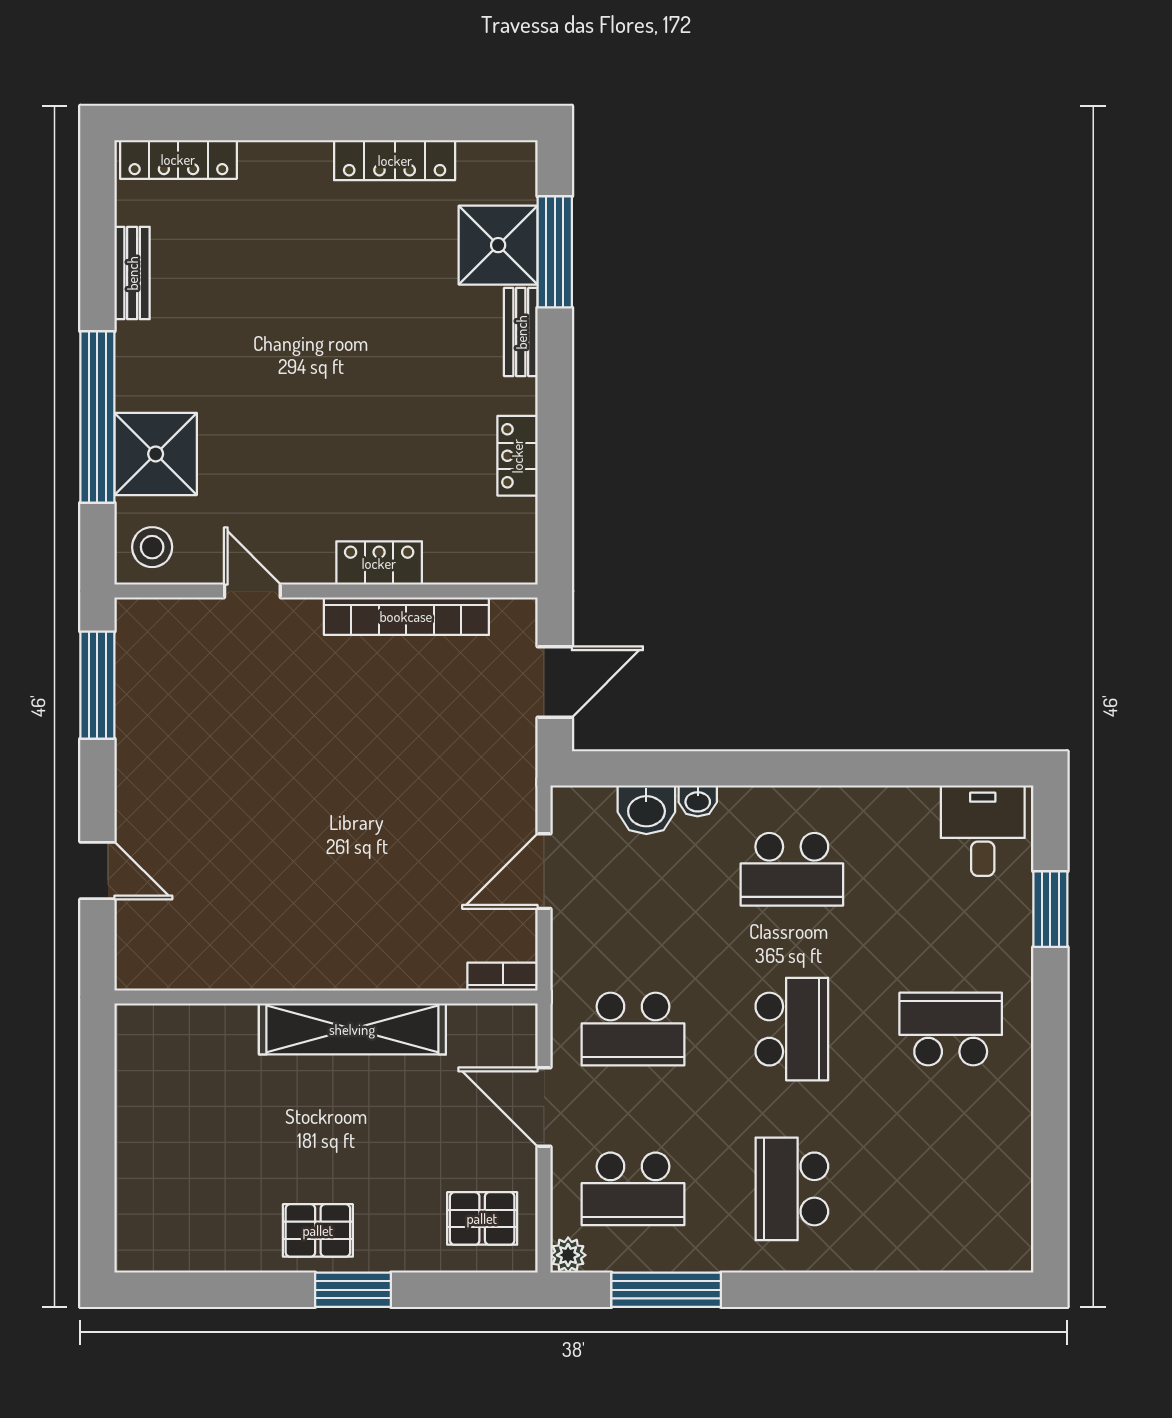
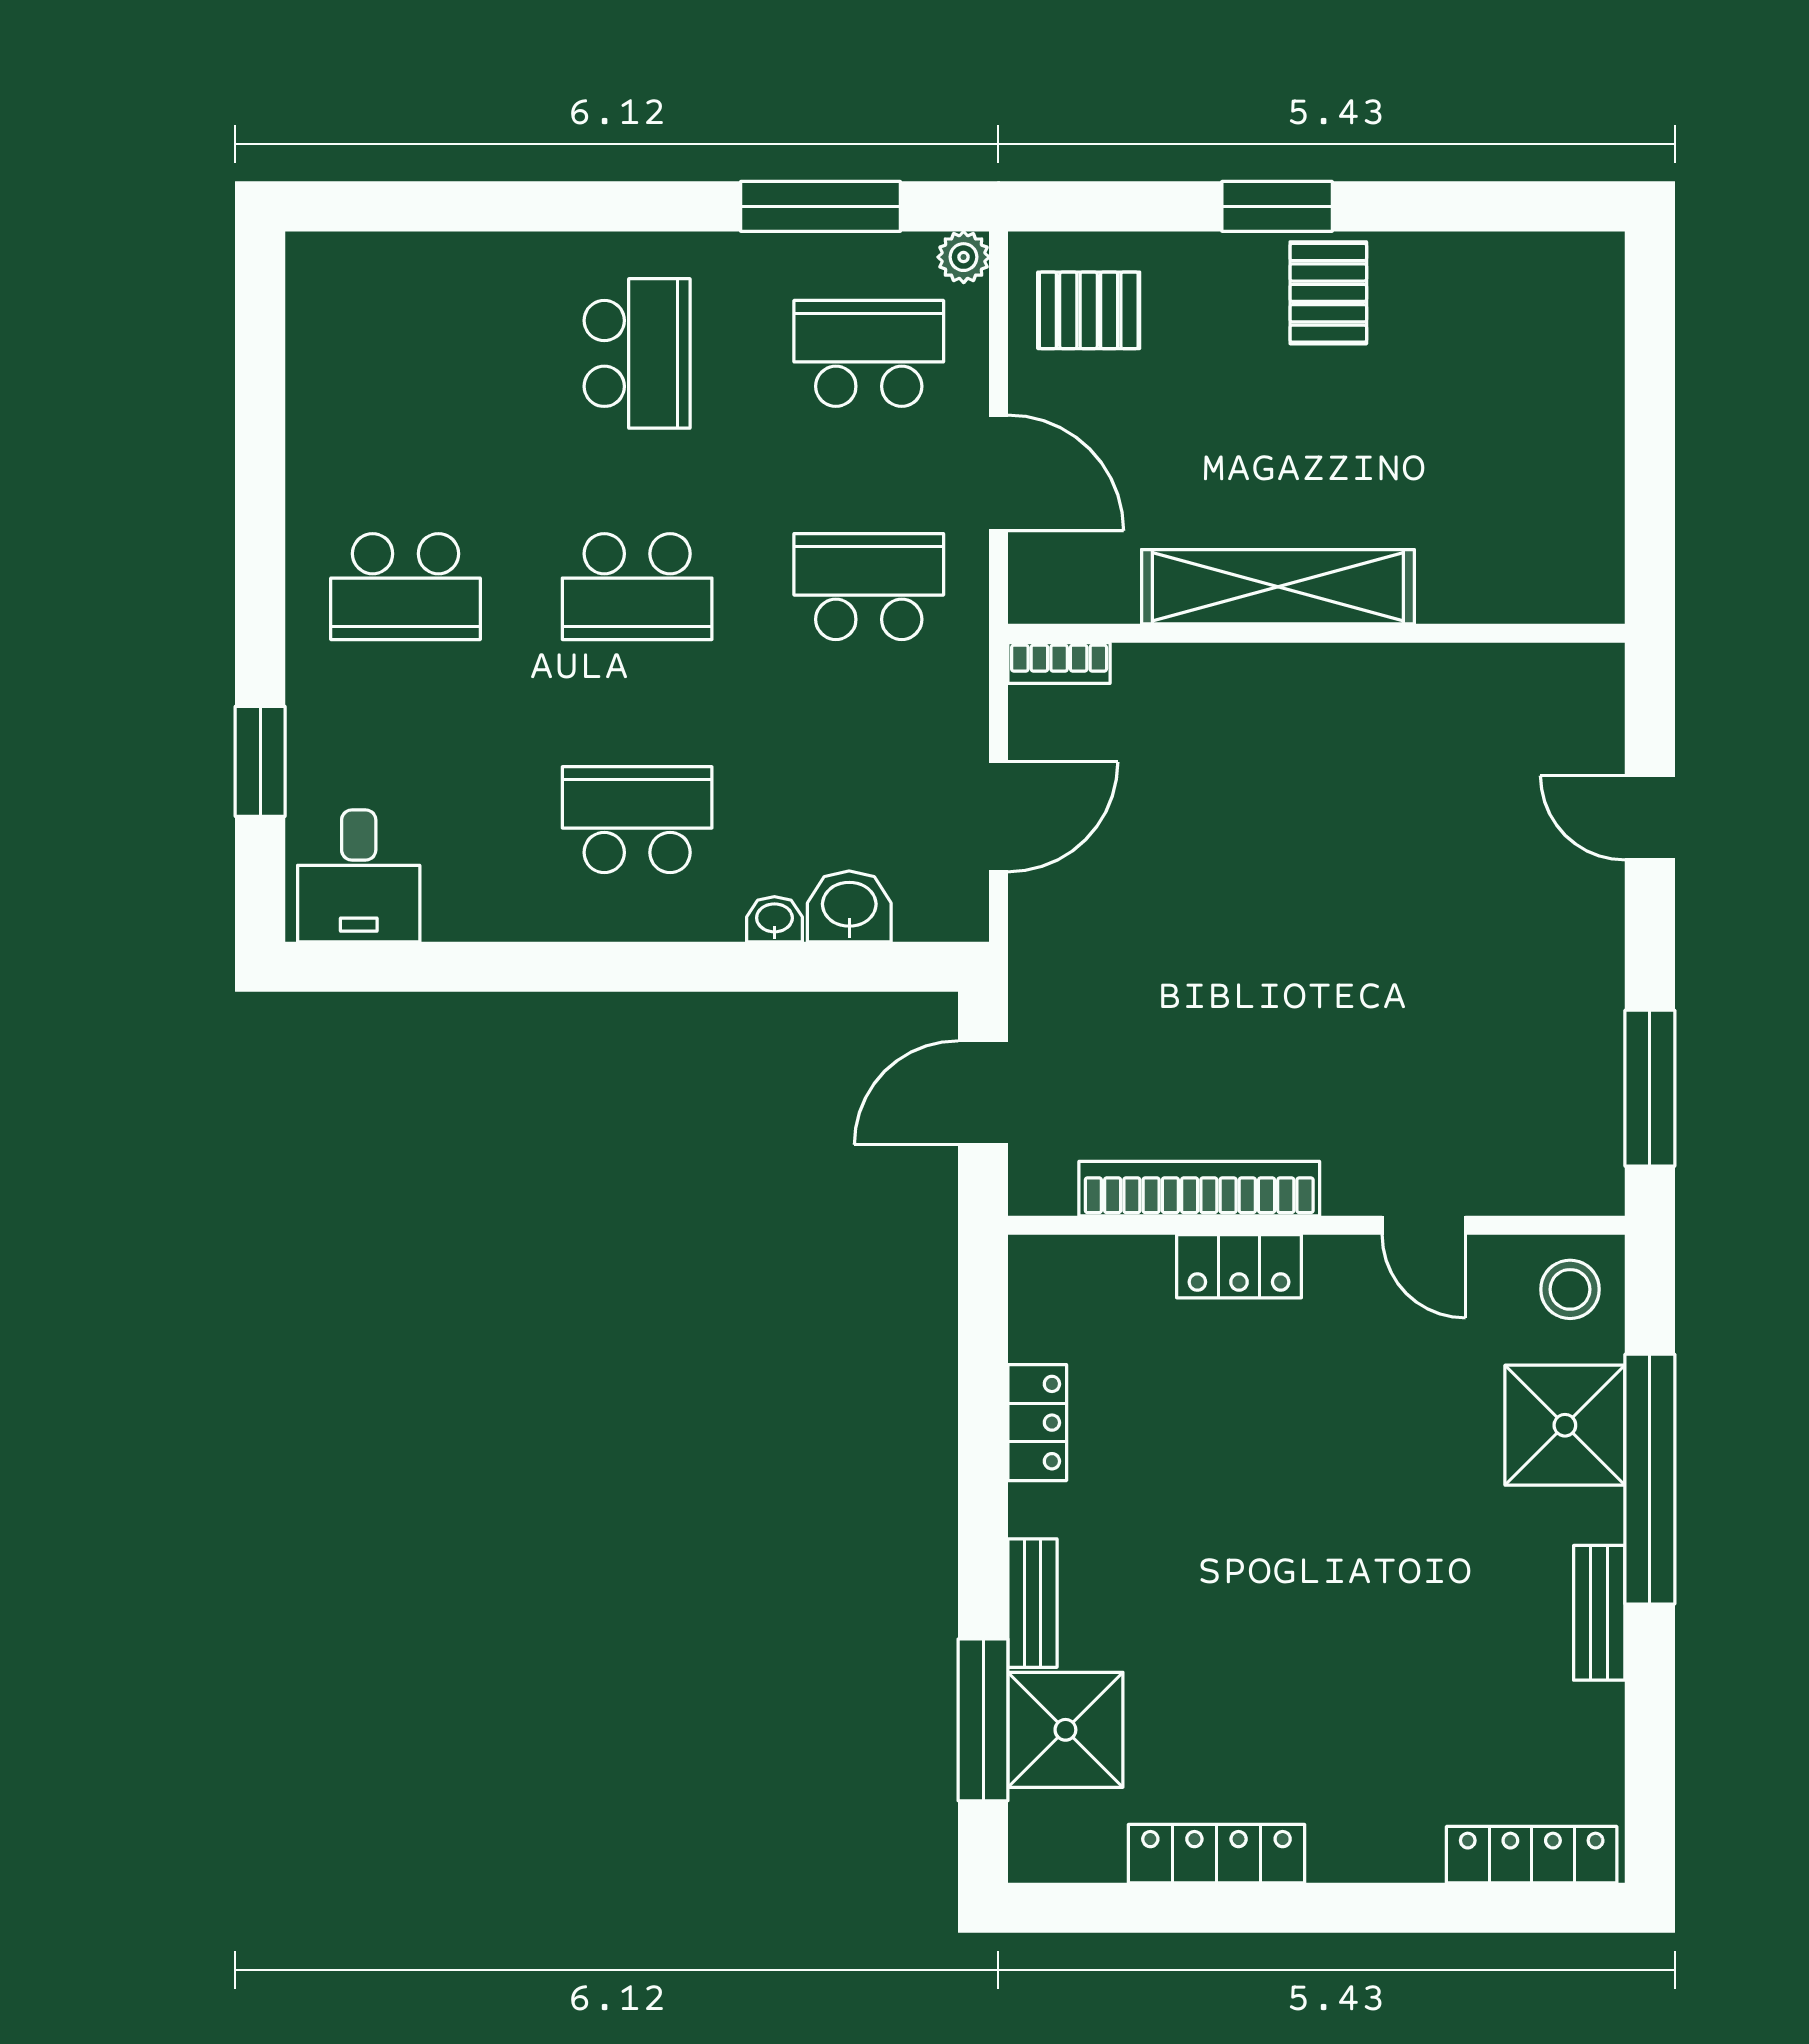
bench: (132, 273) -> (1599, 1613), moved
school desk: (792, 1029) -> (637, 587), turned -90
pallet: (318, 1230) -> (1328, 293), turned 90

